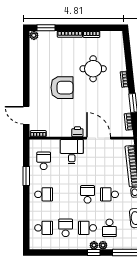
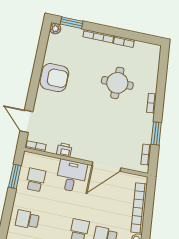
armchair: (62, 88) -> (54, 78), moved
printer: (77, 132) -> (64, 150), moved
door: (99, 138) -> (106, 167), swing flipped
window: (26, 176) -> (15, 176), moved
school desk: (44, 194) -> (27, 220), turned 180

